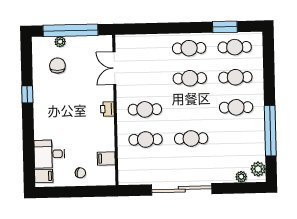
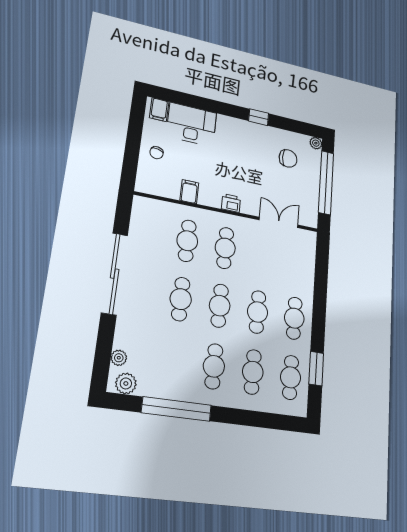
plant: (60, 42) -> (316, 143), moved
cafe table: (190, 108) -> (220, 306), added
desk: (49, 154) -> (192, 125), width x1.37
filing cabinet: (106, 158) -> (189, 192), moved

